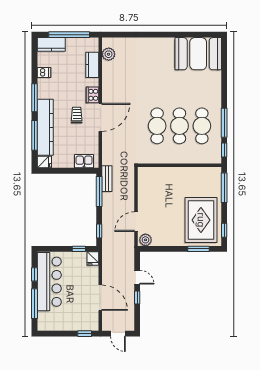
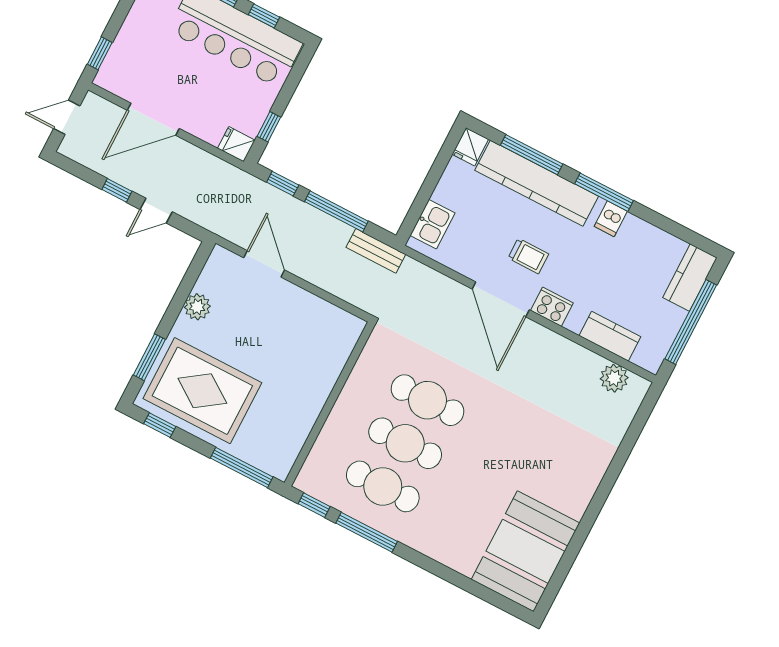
dishwasher: (44, 72) -> (611, 219), moved
window: (99, 192) -> (336, 211), moved
plant: (145, 240) -> (197, 307), moved

